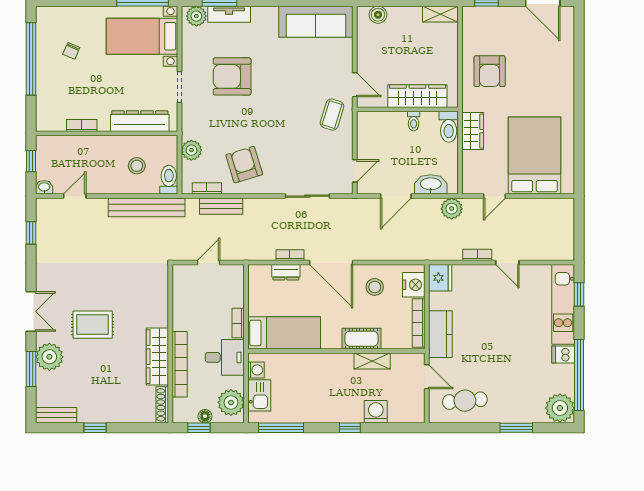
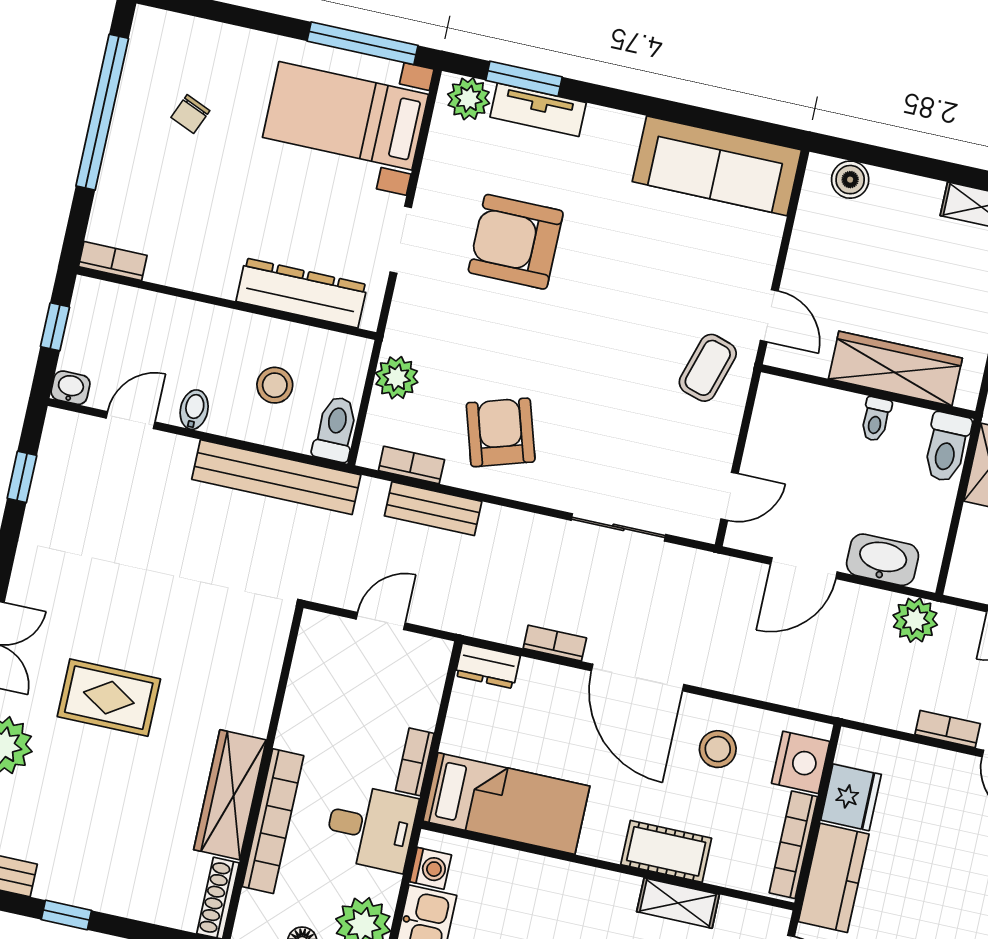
bookcase: (82, 125) -> (113, 261), moved
bidet: (103, 185) -> (194, 410), added
dresser: (286, 272) -> (488, 666), moved
fridge: (440, 278) -> (851, 797), moved

